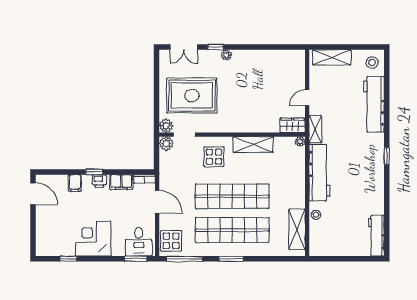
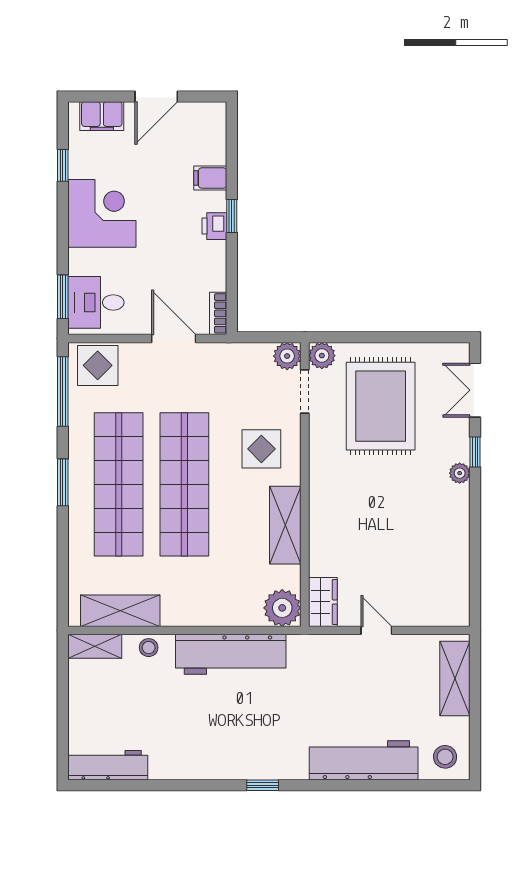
shelving: (315, 129) -> (95, 646), moved
plant: (300, 142) -> (282, 608), width x1.88, depth x1.88
filing cabinet: (121, 182) -> (102, 116), moved, turned -90
door: (33, 194) -> (156, 96), moved
door: (157, 202) -> (174, 338), swing flipped

